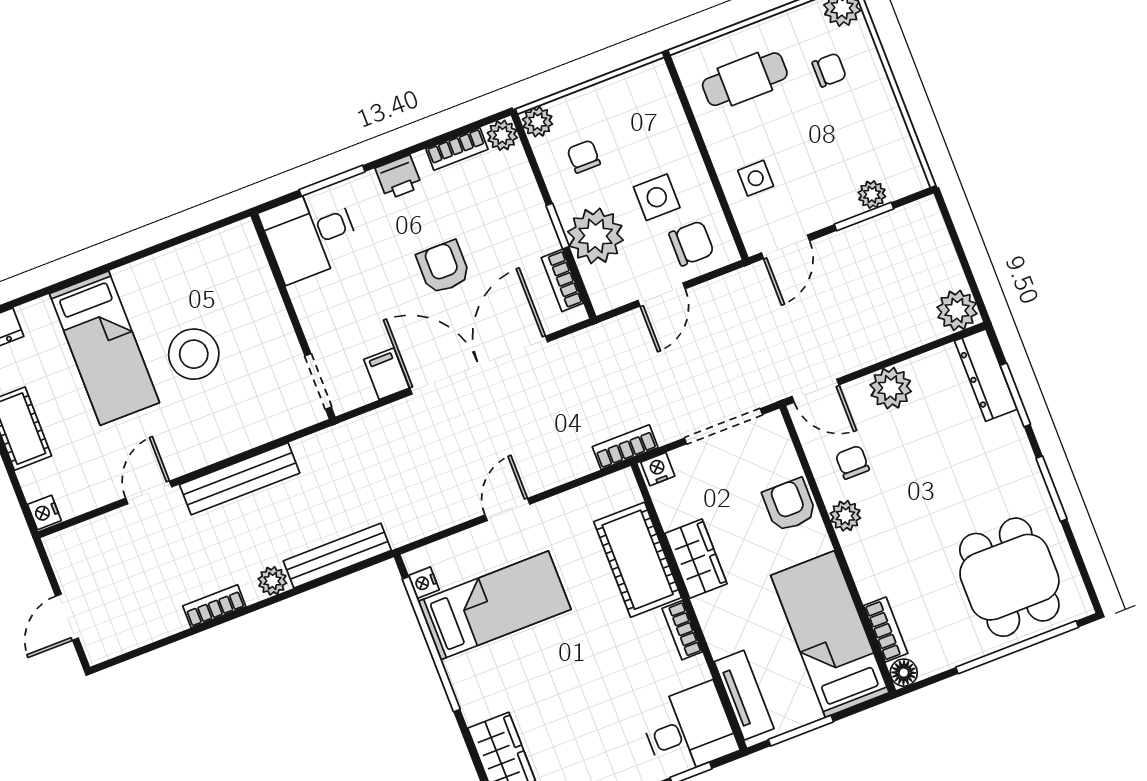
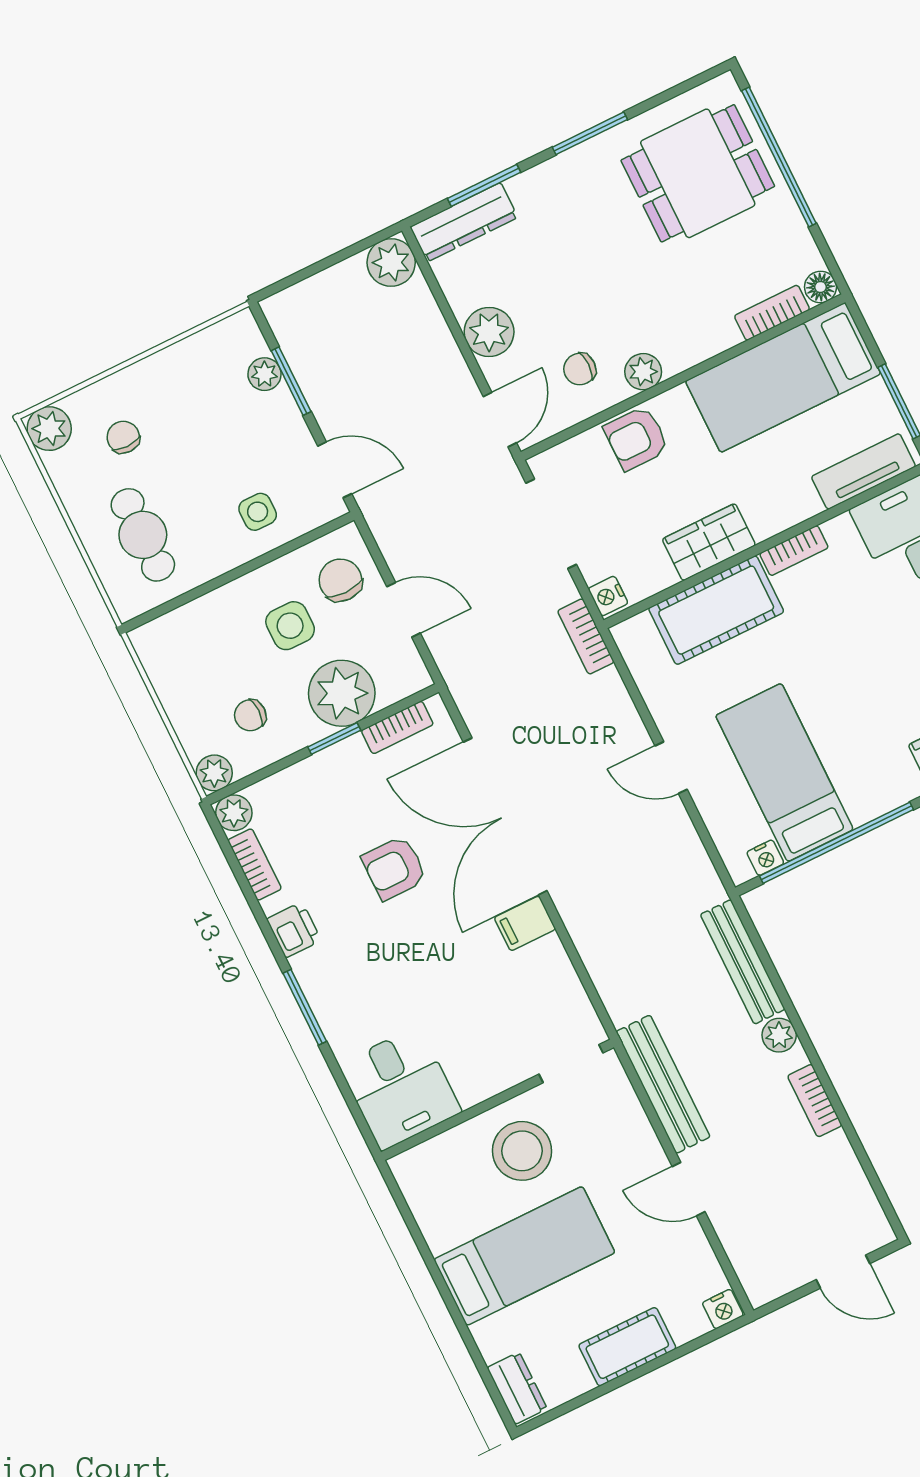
desk: (310, 235) -> (400, 1088), moved
wall: (293, 316) -> (497, 1100), moved
doorway: (318, 381) -> (571, 1064), moved

